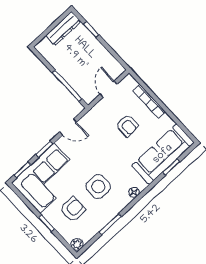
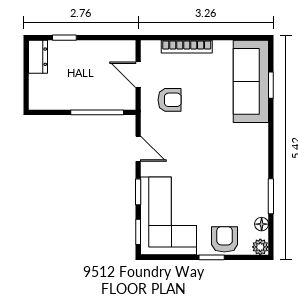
dresser: (63, 29) -> (38, 57), width x0.70
armchair: (127, 125) -> (170, 100), moved
door: (68, 127) -> (138, 149), hinge flipped
side table: (98, 186) -> (223, 174), removed
floor lamp: (134, 192) -> (262, 224), moved
armchair: (73, 209) -> (225, 239), moved

